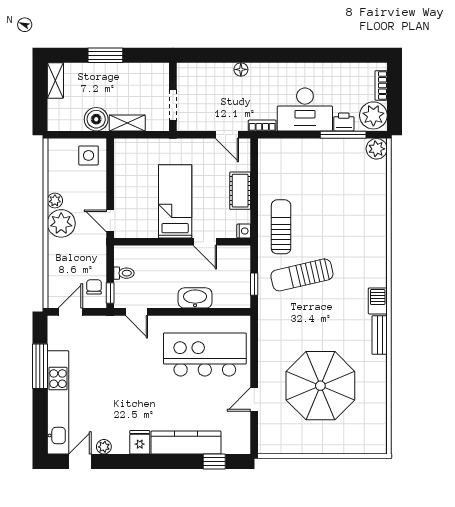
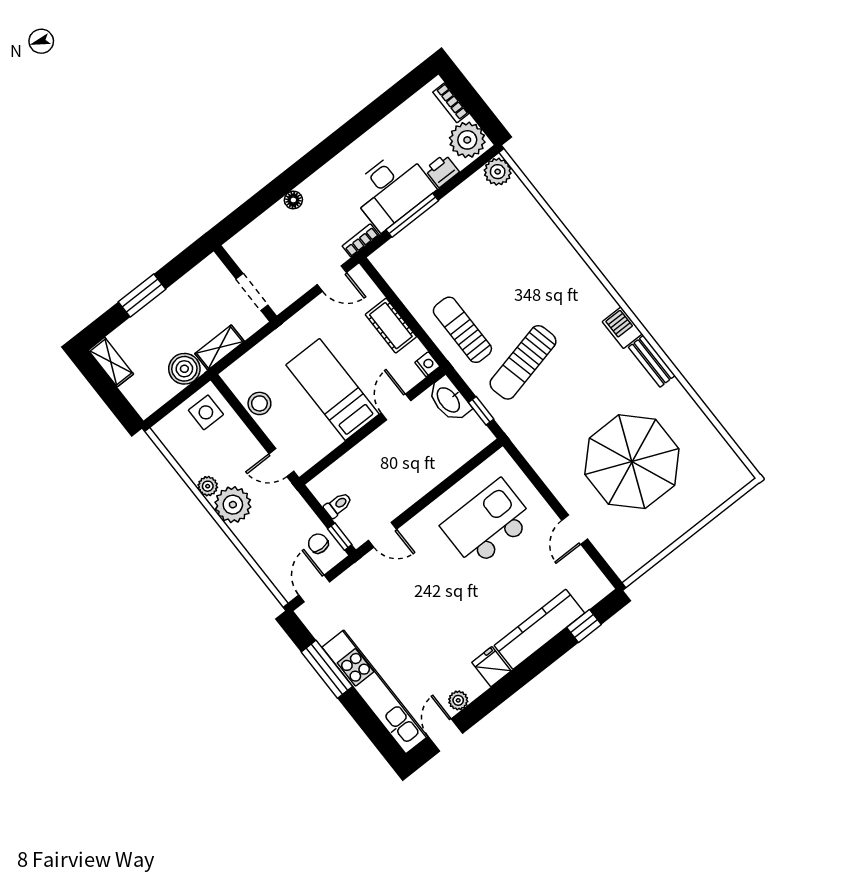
window: (343, 135) -> (412, 215), moved
stool: (125, 175) -> (259, 403), added
door: (205, 242) -> (396, 407), swing flipped
washbasin: (195, 298) -> (449, 399), moved, turned -90
kitchen island: (205, 355) -> (487, 523), width x0.73

